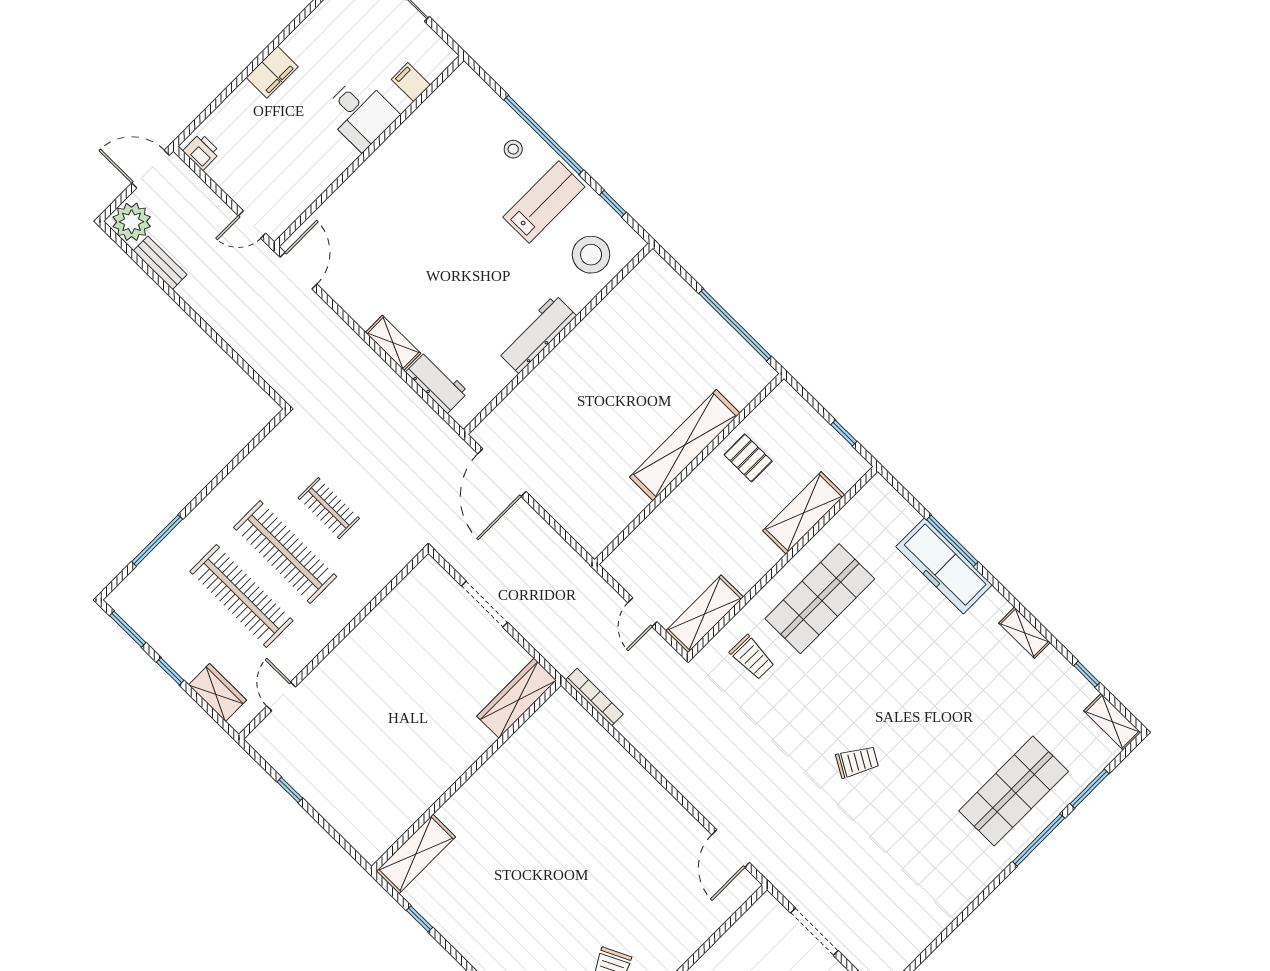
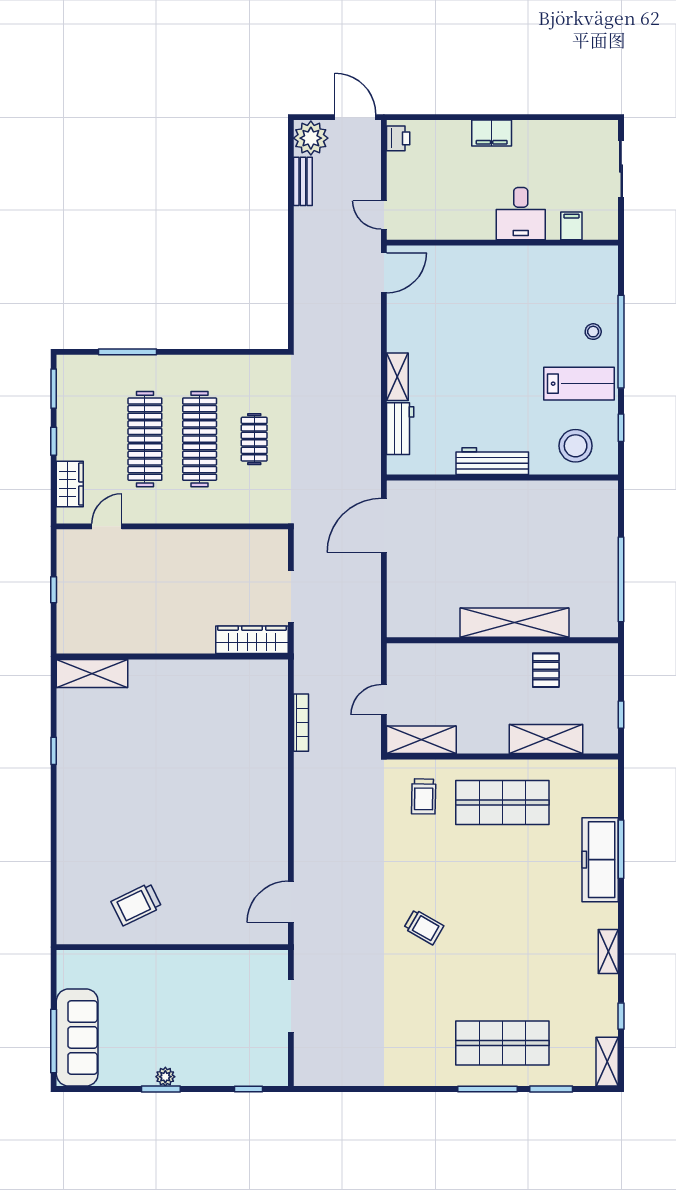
wardrobe: (517, 698) -> (252, 640), moved
wall: (466, 776) -> (172, 657), moved
shelving: (416, 854) -> (92, 674), moved

